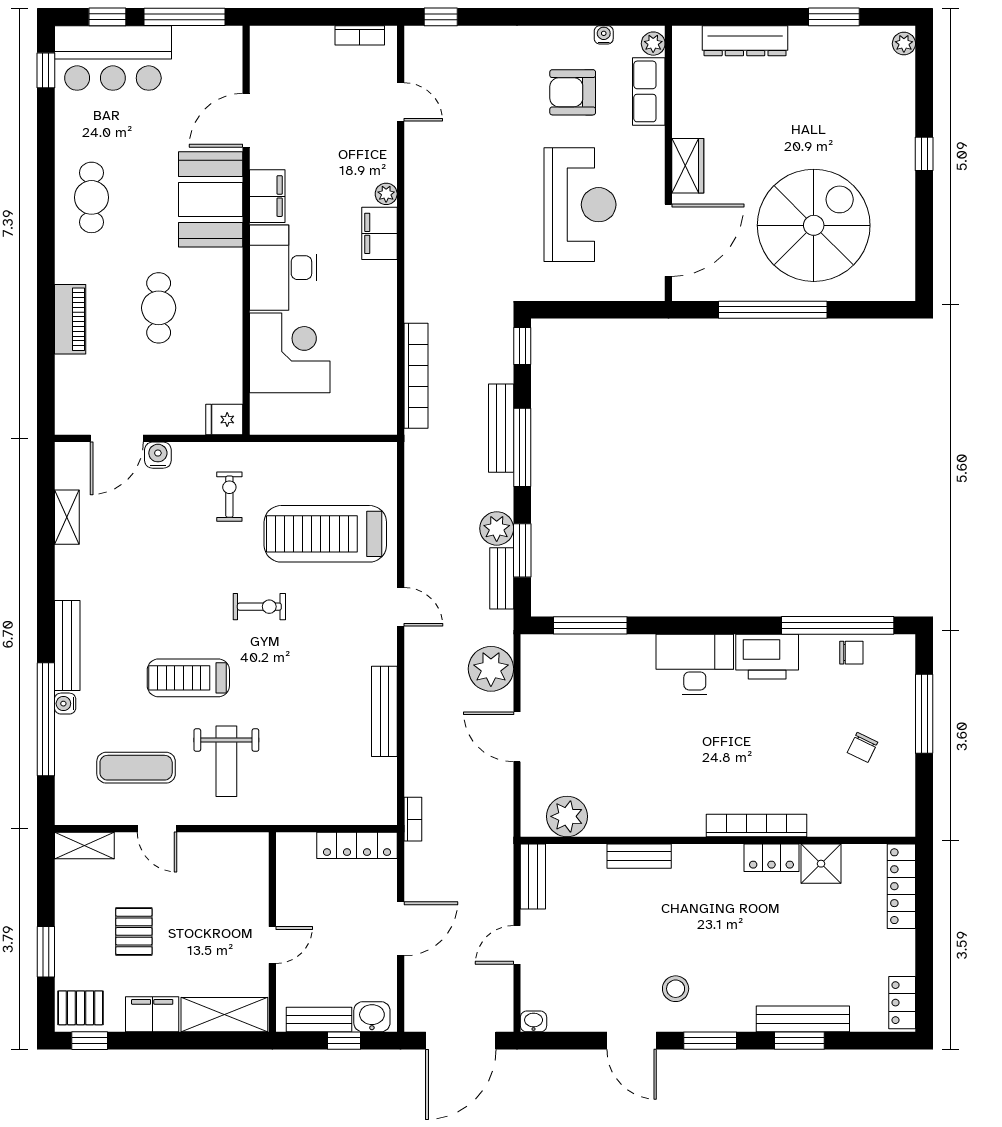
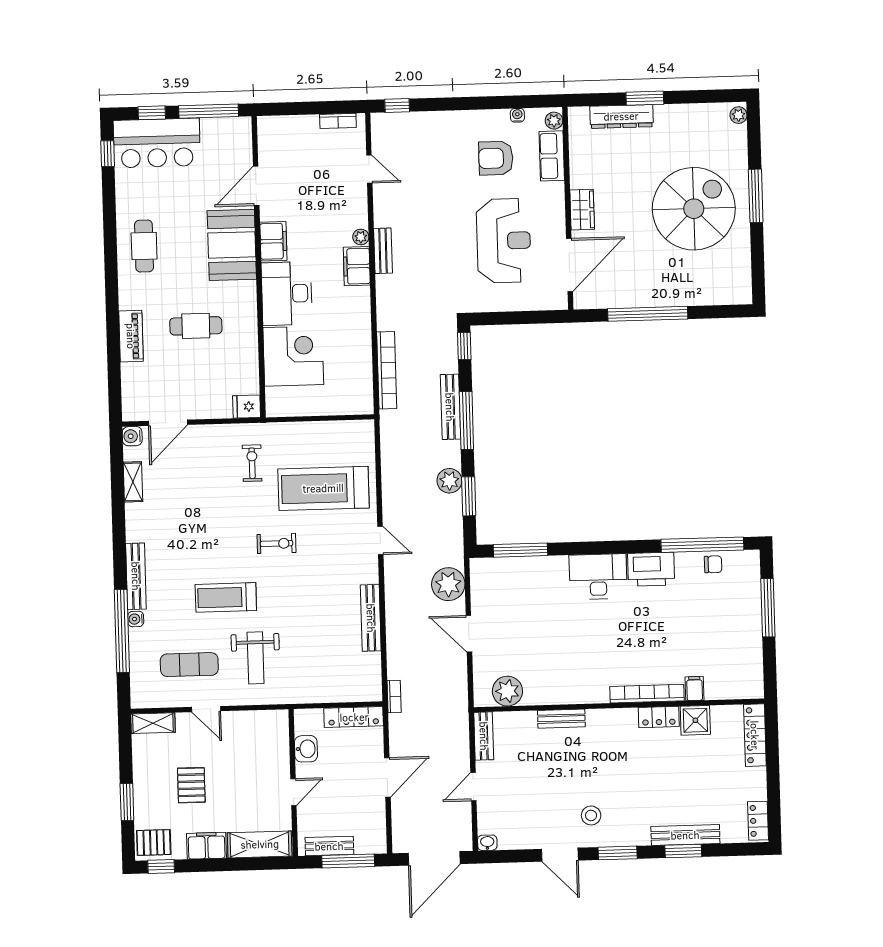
window: (834, 17) -> (645, 98), moved
window: (924, 154) -> (756, 196), width x2.17
spiral stairs: (814, 225) -> (694, 209), moved
cafe table: (159, 308) -> (196, 326), turned 90
water cooler: (158, 455) -> (132, 436), moved, turned -90
bench: (502, 578) -> (383, 251), moved
chair: (863, 747) -> (723, 634), removed
filing cabinet: (821, 821) -> (695, 689), added
washbasin: (372, 1017) -> (306, 749), moved, turned 90
window: (344, 1041) -> (348, 861), width x2.17

